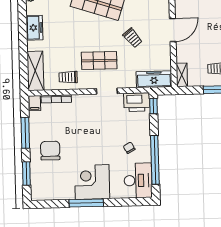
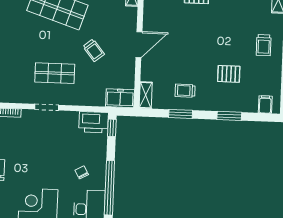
trolley: (68, 77) -> (19, 89), removed
freezer: (154, 79) -> (120, 98), width x0.71
doorway: (107, 91) -> (47, 107), moved

